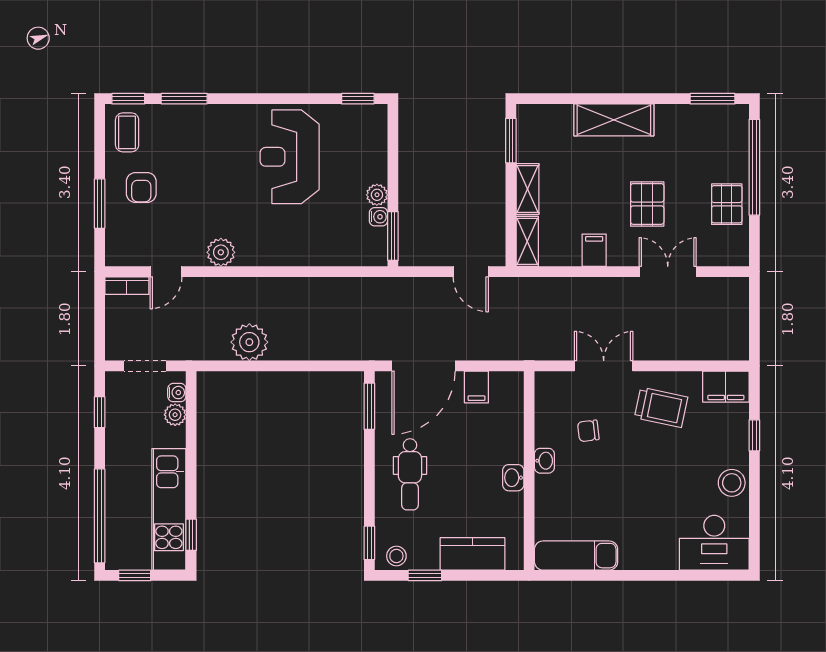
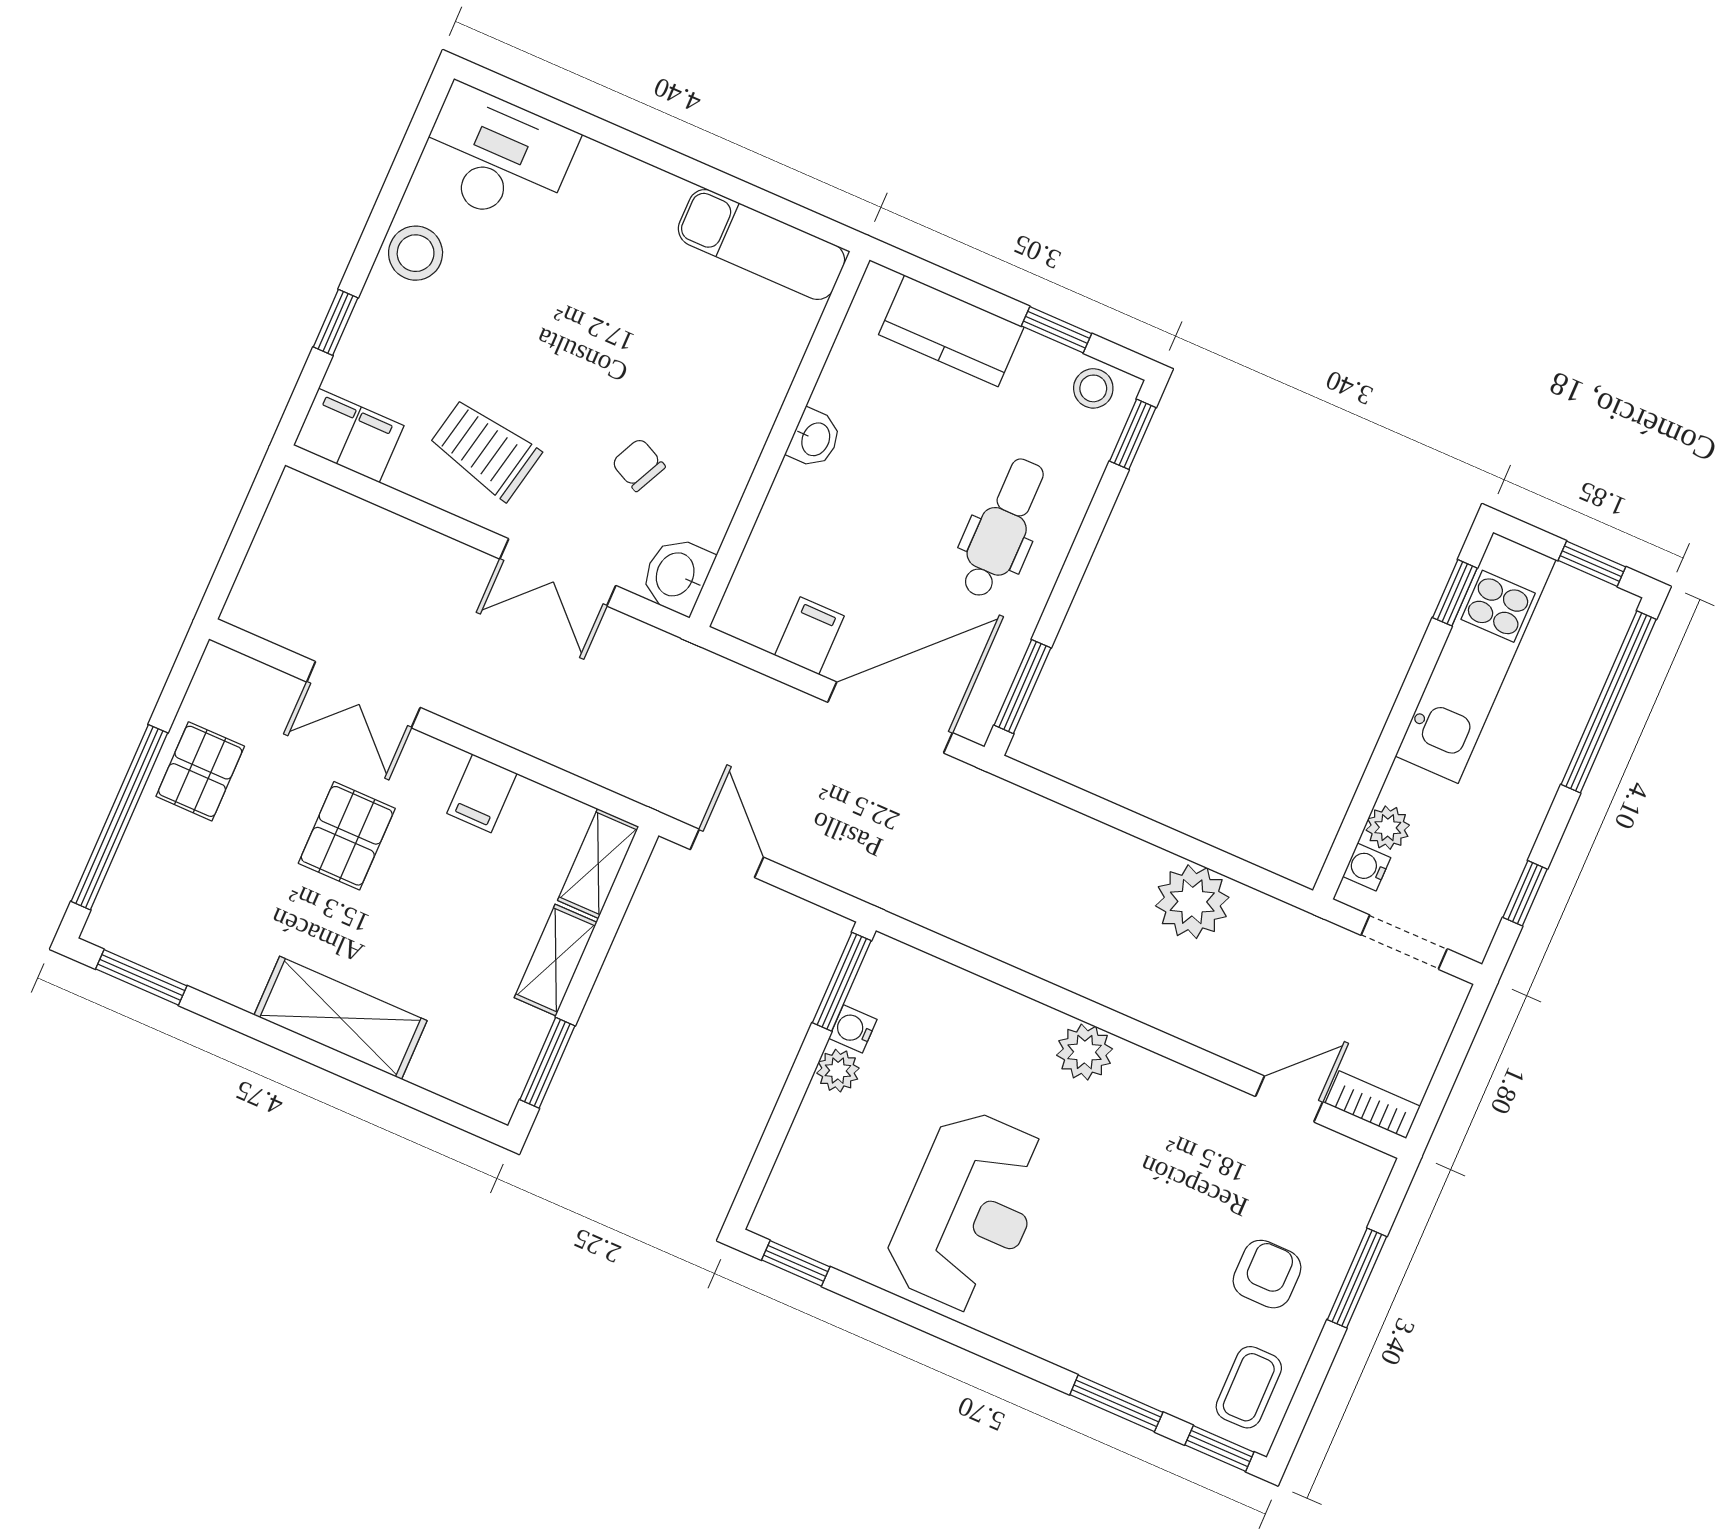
plant: (221, 252) -> (1085, 1052), moved
chair: (588, 431) -> (638, 465), turned -147
washbasin: (544, 461) -> (677, 575), moved, width x1.38, depth x1.45

